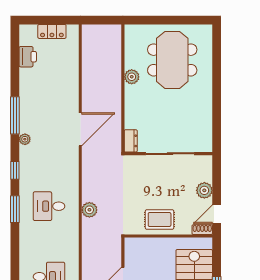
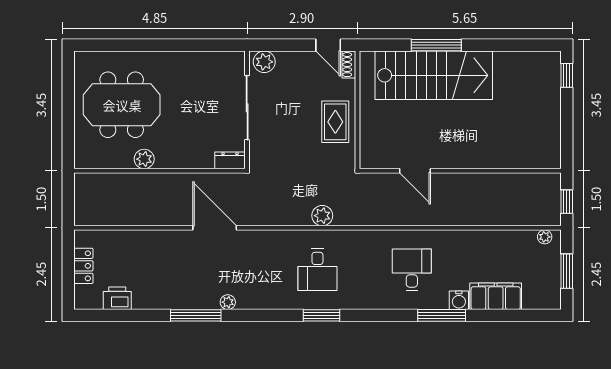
window: (15, 170) -> (270, 315), removed
plant: (204, 190) -> (264, 62), moved

